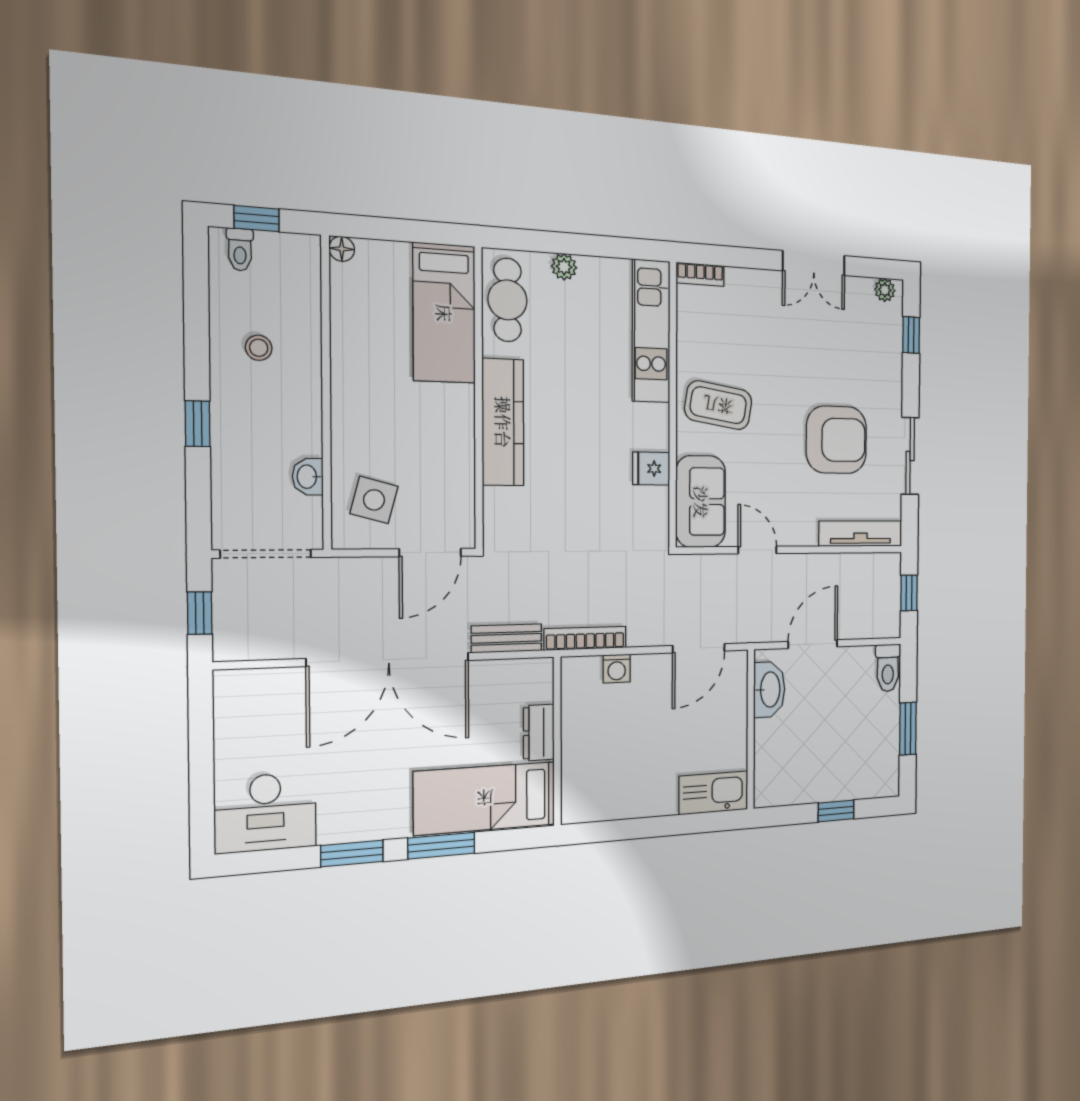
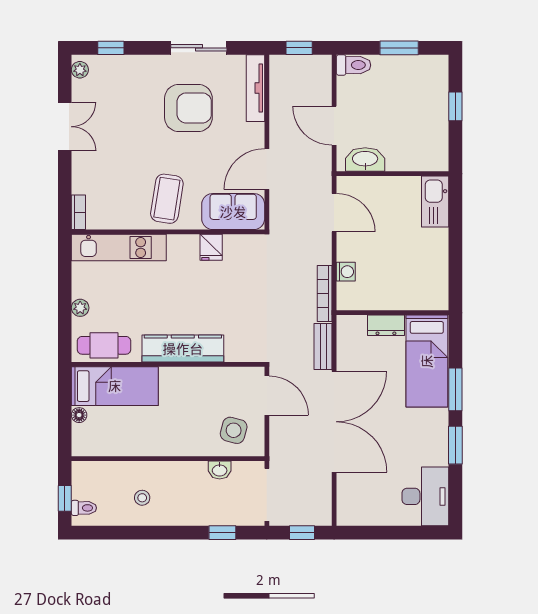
floor lamp: (342, 249) -> (79, 415), moved
window: (198, 424) -> (222, 533), moved
armchair: (836, 440) -> (188, 108), turned 90
door: (757, 550) -> (267, 169), width x1.38

